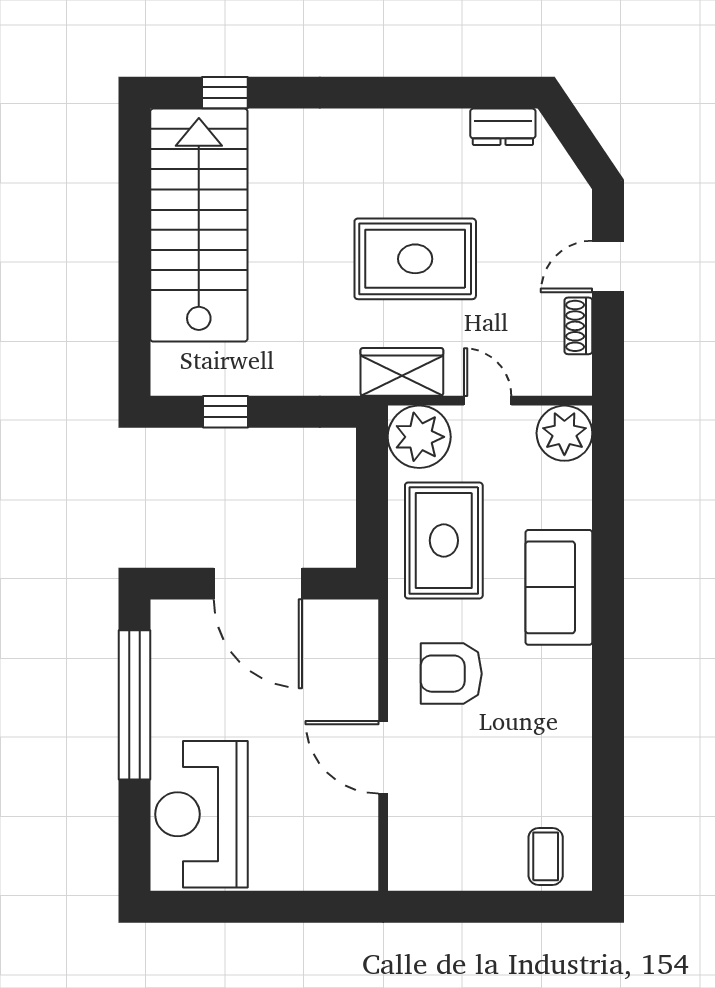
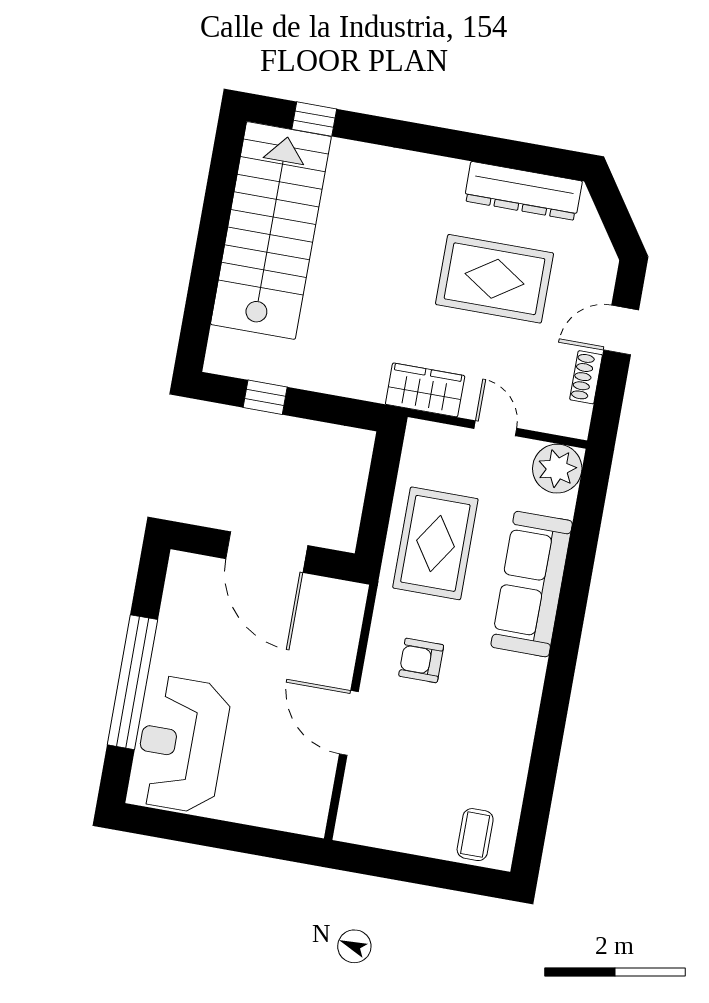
dresser: (503, 127) -> (523, 191), width x1.96, depth x1.24
rug: (415, 259) -> (495, 279), moved
plant: (419, 437) -> (430, 449), removed
sofa: (559, 587) -> (532, 584), width x1.36
armchair: (451, 674) -> (421, 660), width x0.72, depth x0.72
window: (134, 705) -> (132, 682), moved

